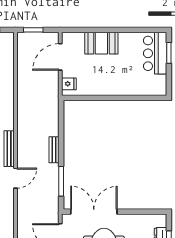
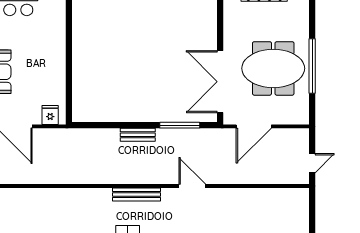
door: (15, 178) -> (192, 186), moved

